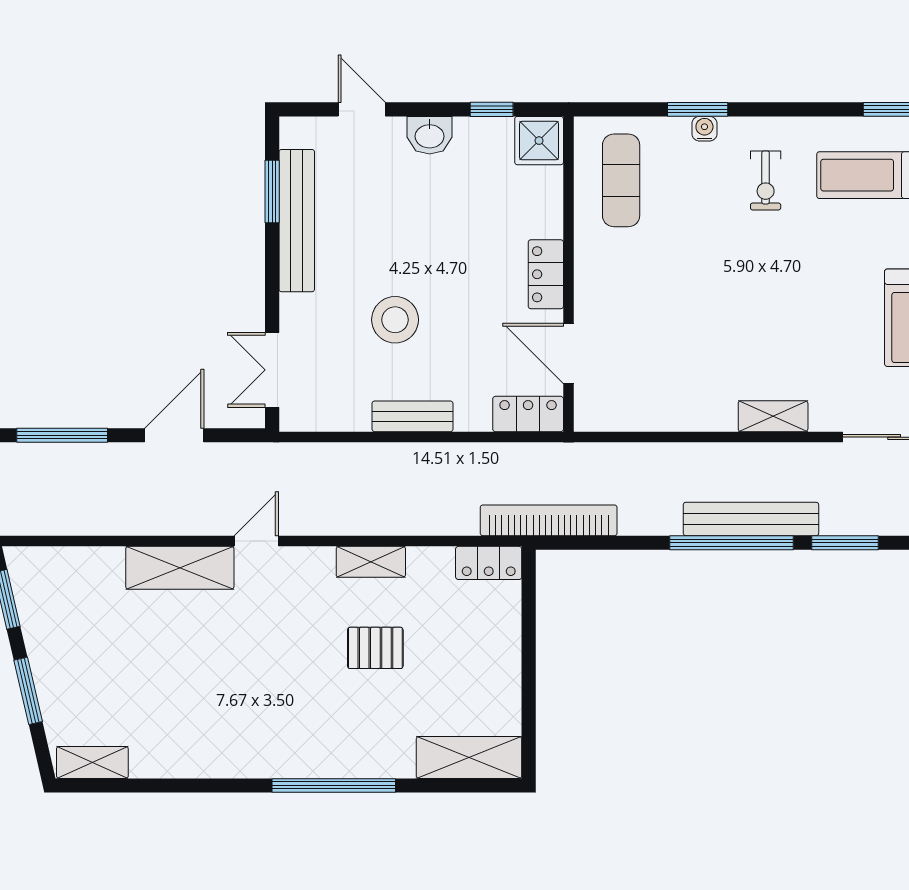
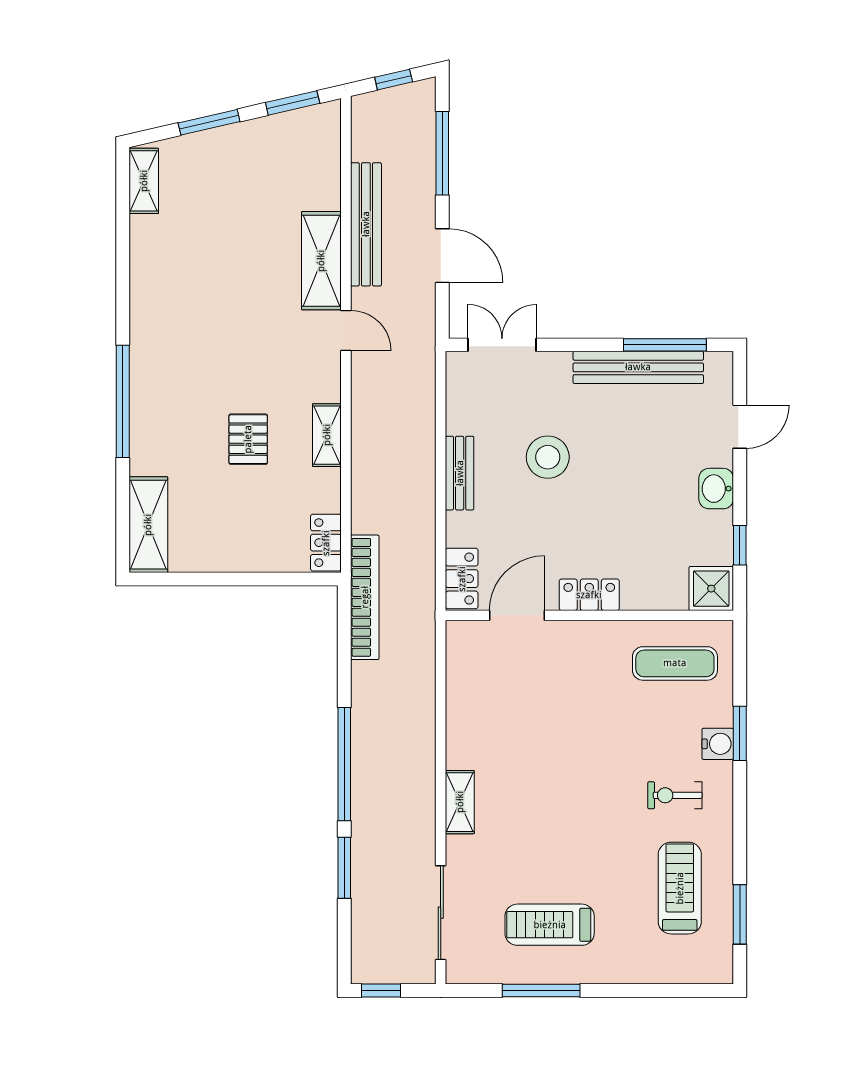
water cooler: (704, 129) -> (718, 744), width x1.38, depth x1.38
window: (272, 192) -> (665, 345), width x1.44
bench: (751, 519) -> (366, 224), moved

